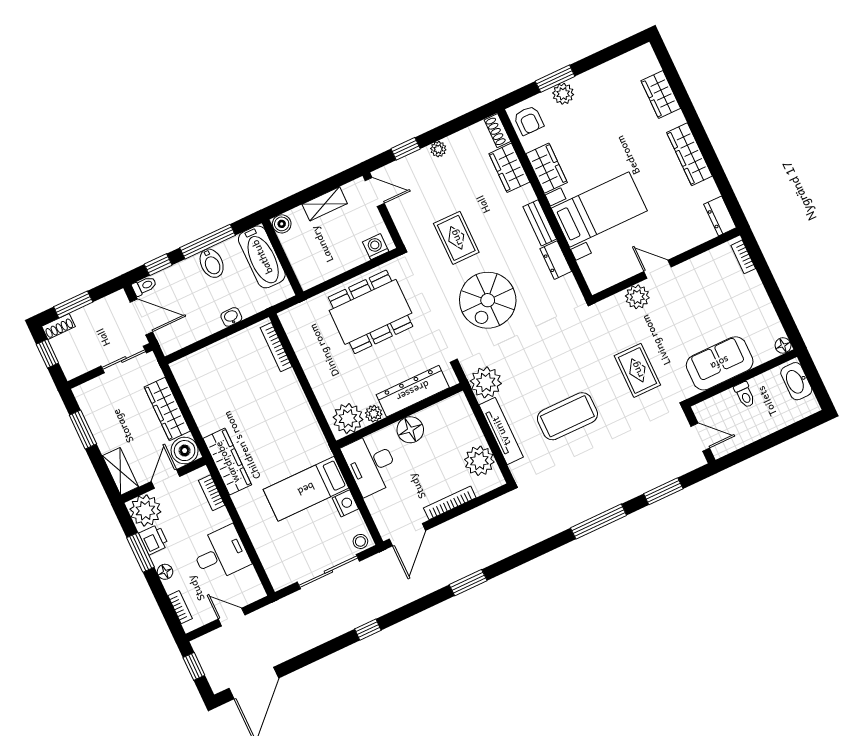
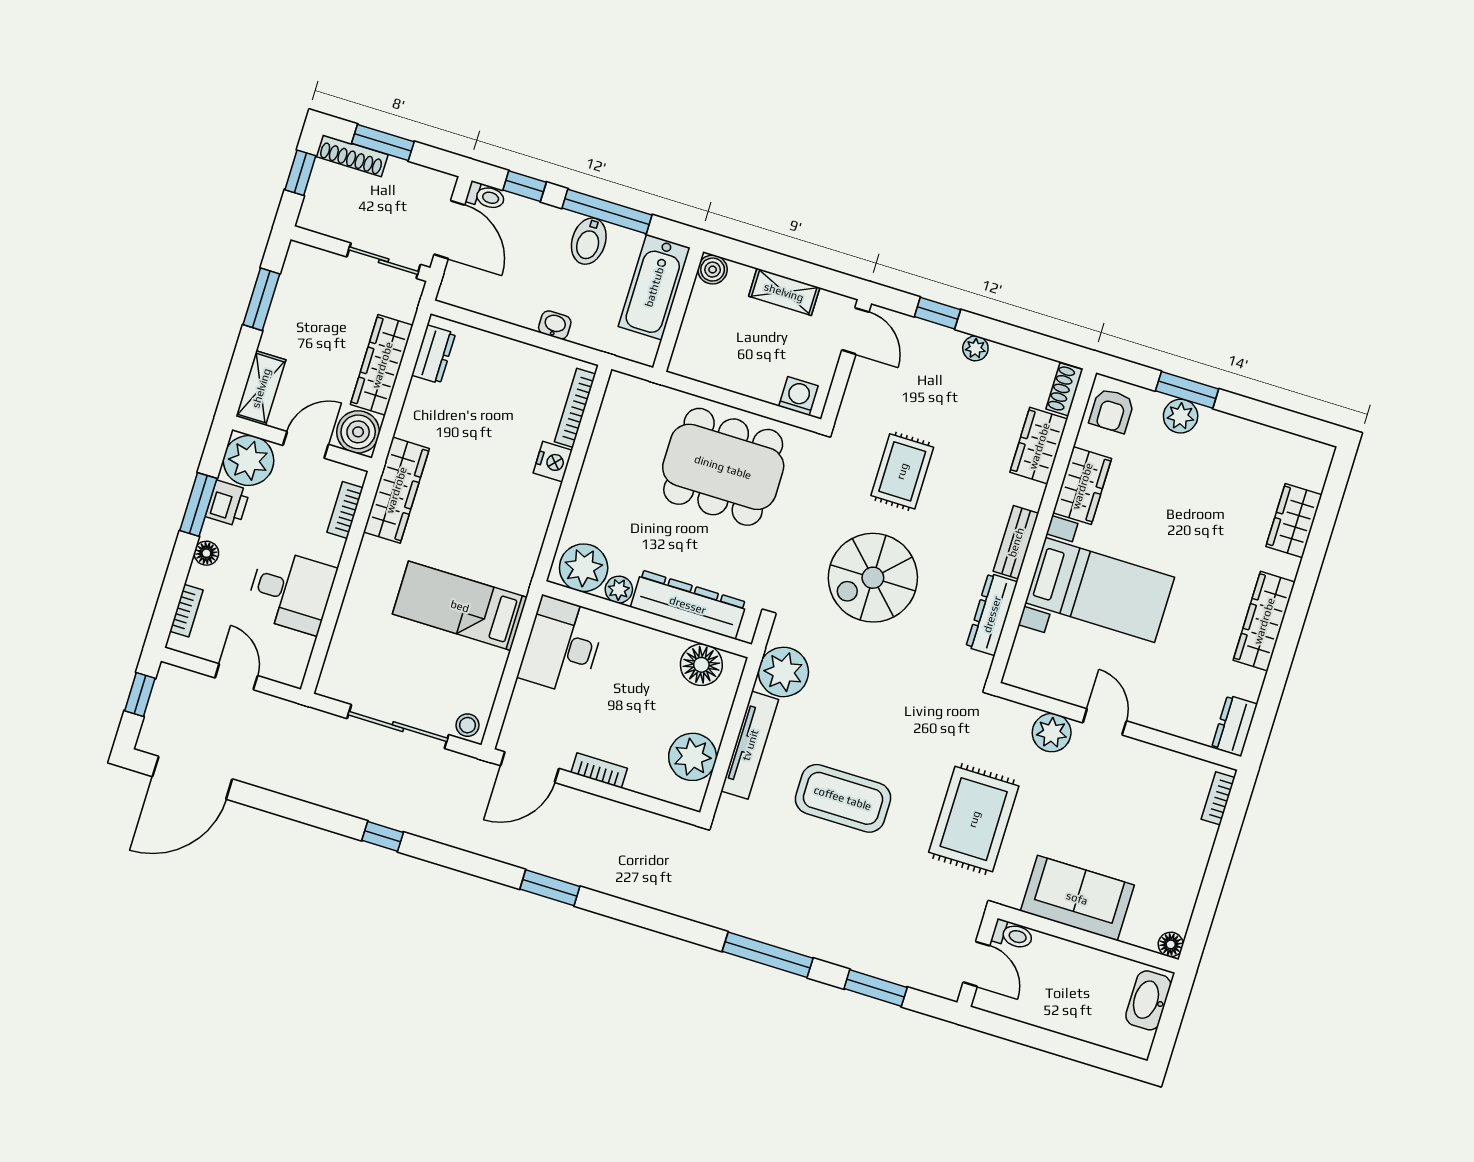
dresser: (556, 260) -> (992, 614), width x1.44
shoe rack: (58, 326) -> (352, 156), width x1.43
rug: (637, 370) -> (974, 819), width x1.36, depth x1.43
dresser: (187, 382) -> (434, 354), added
toilet: (745, 395) -> (1012, 935), moved, turned -90
floor lamp: (410, 430) -> (701, 665), moved
nightstand: (345, 503) -> (553, 462), moved
bookcase: (450, 503) -> (599, 770), width x0.64

